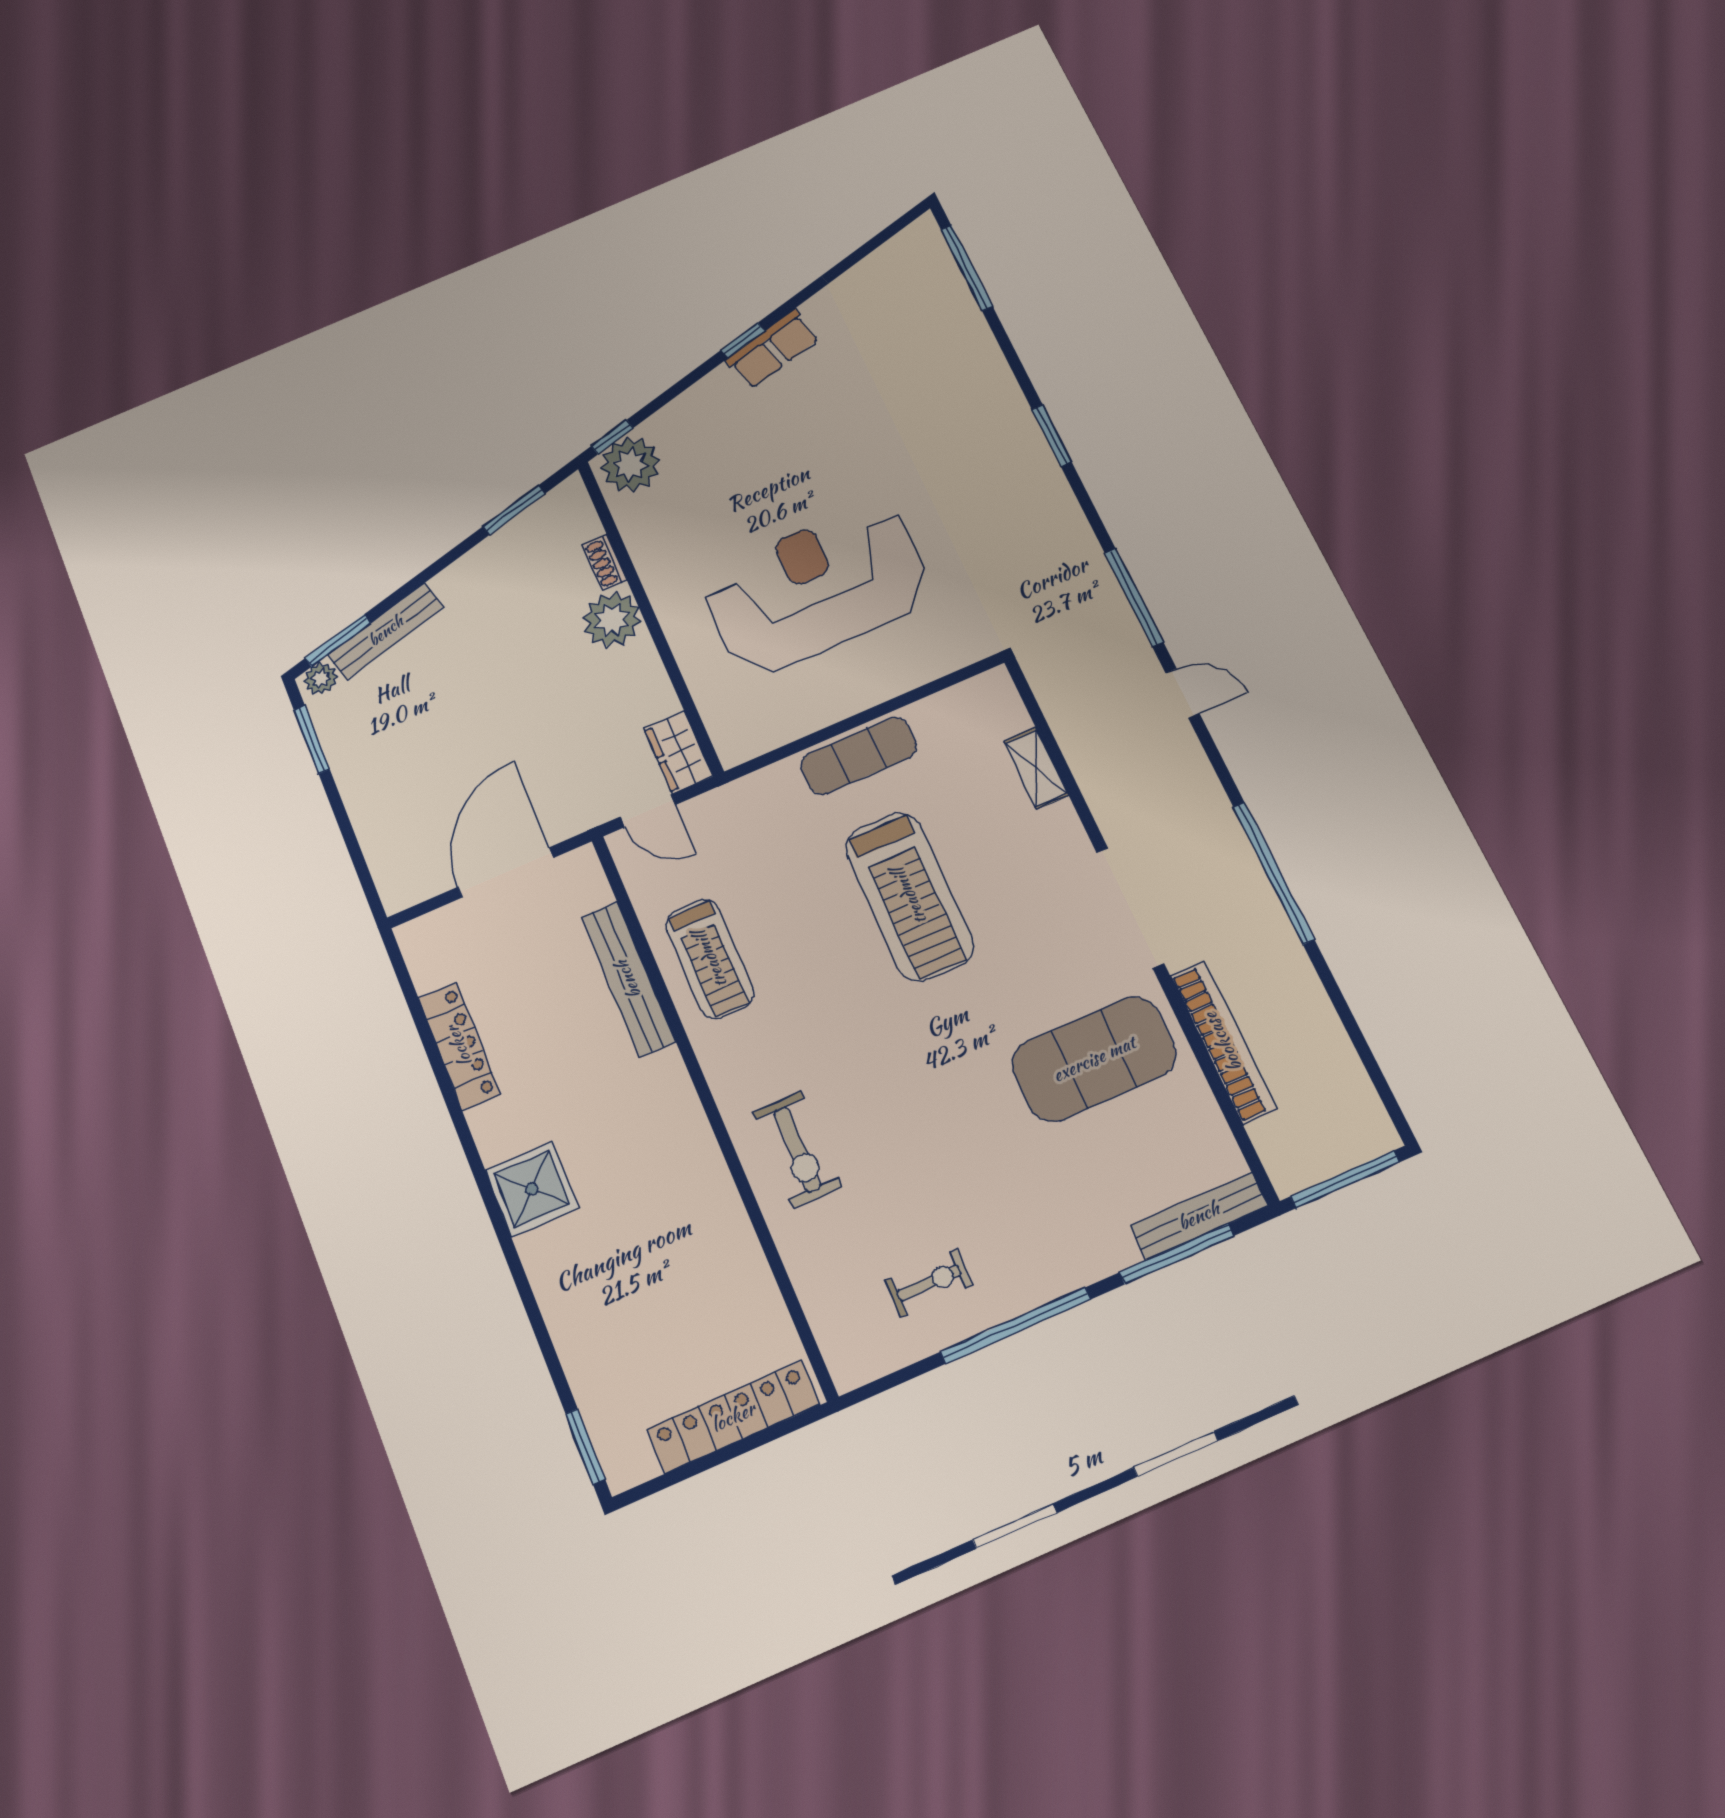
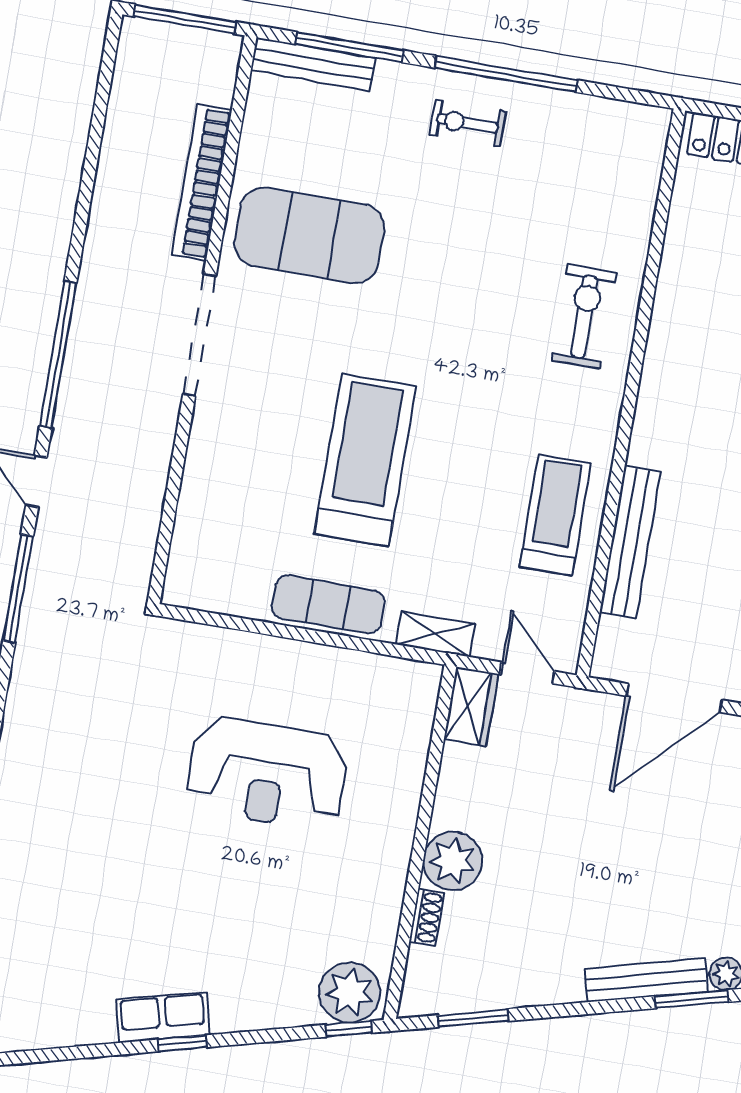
reception desk: (817, 588) -> (267, 773), width x0.74, depth x0.77
shelving: (1036, 768) -> (435, 634), moved, turned 90
window: (1273, 873) -> (58, 354), moved
exercise bike: (929, 1283) -> (468, 123), moved

